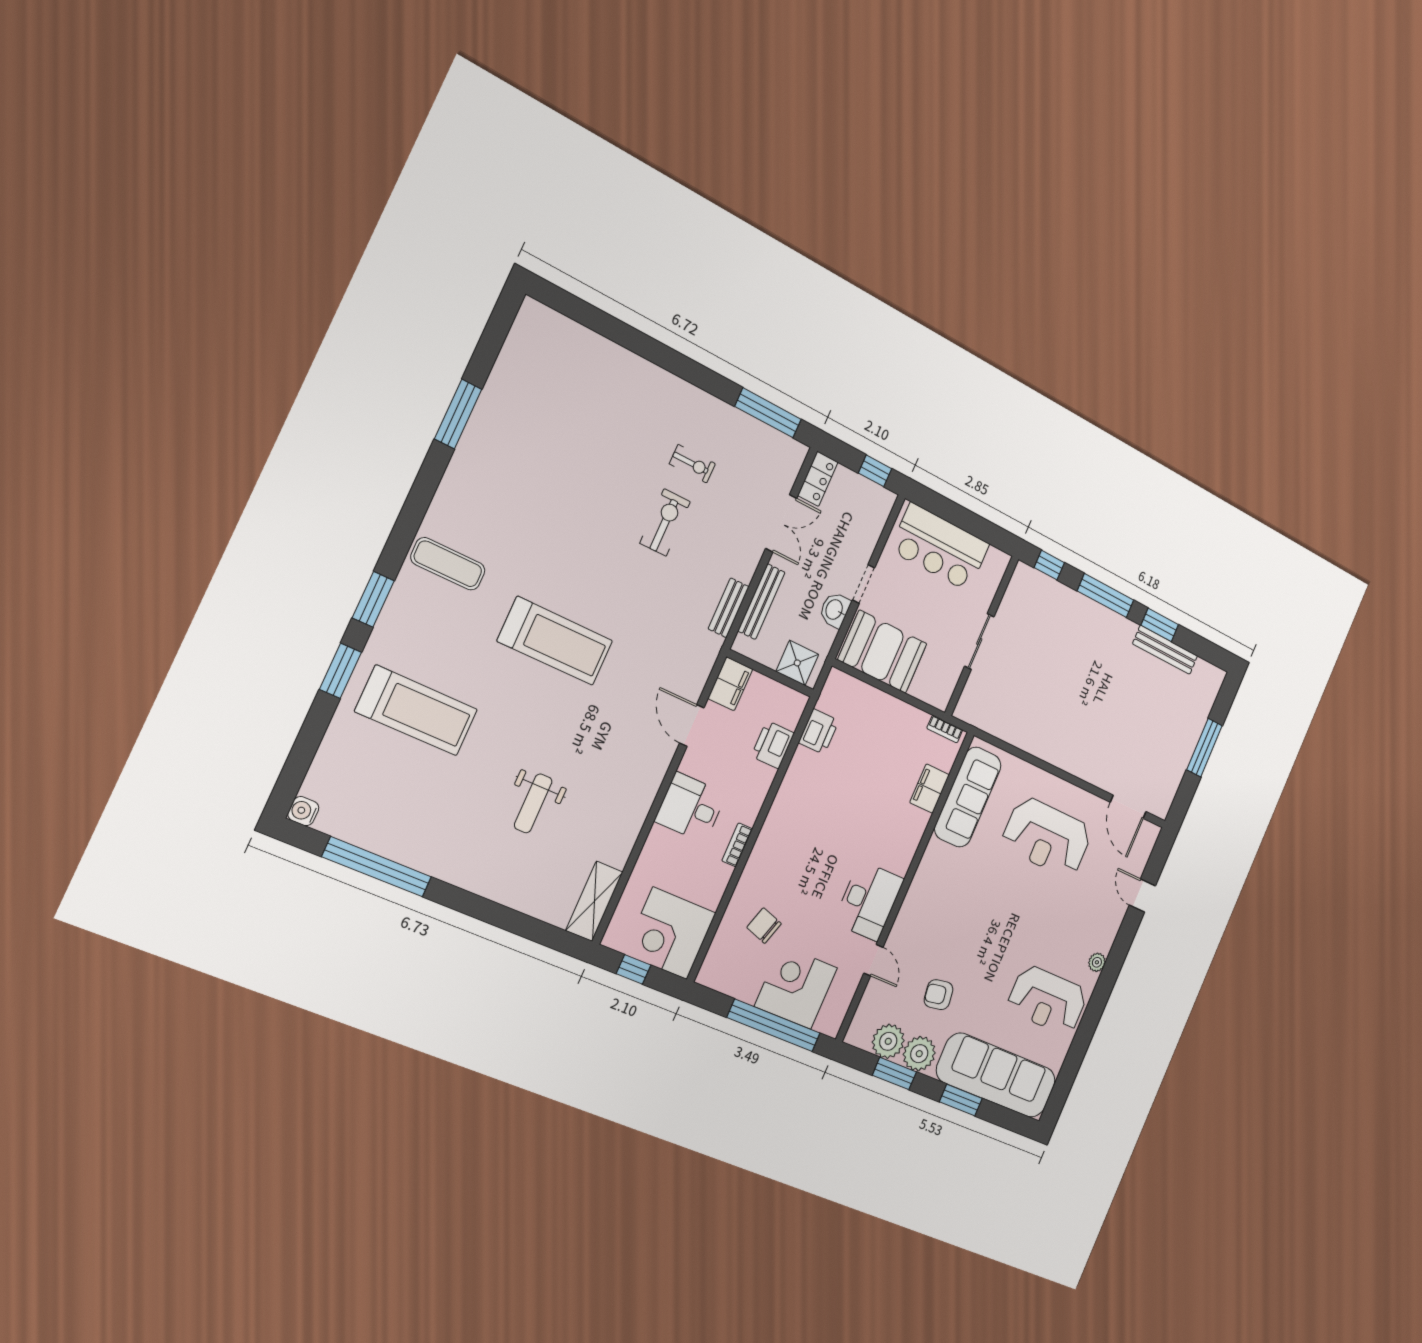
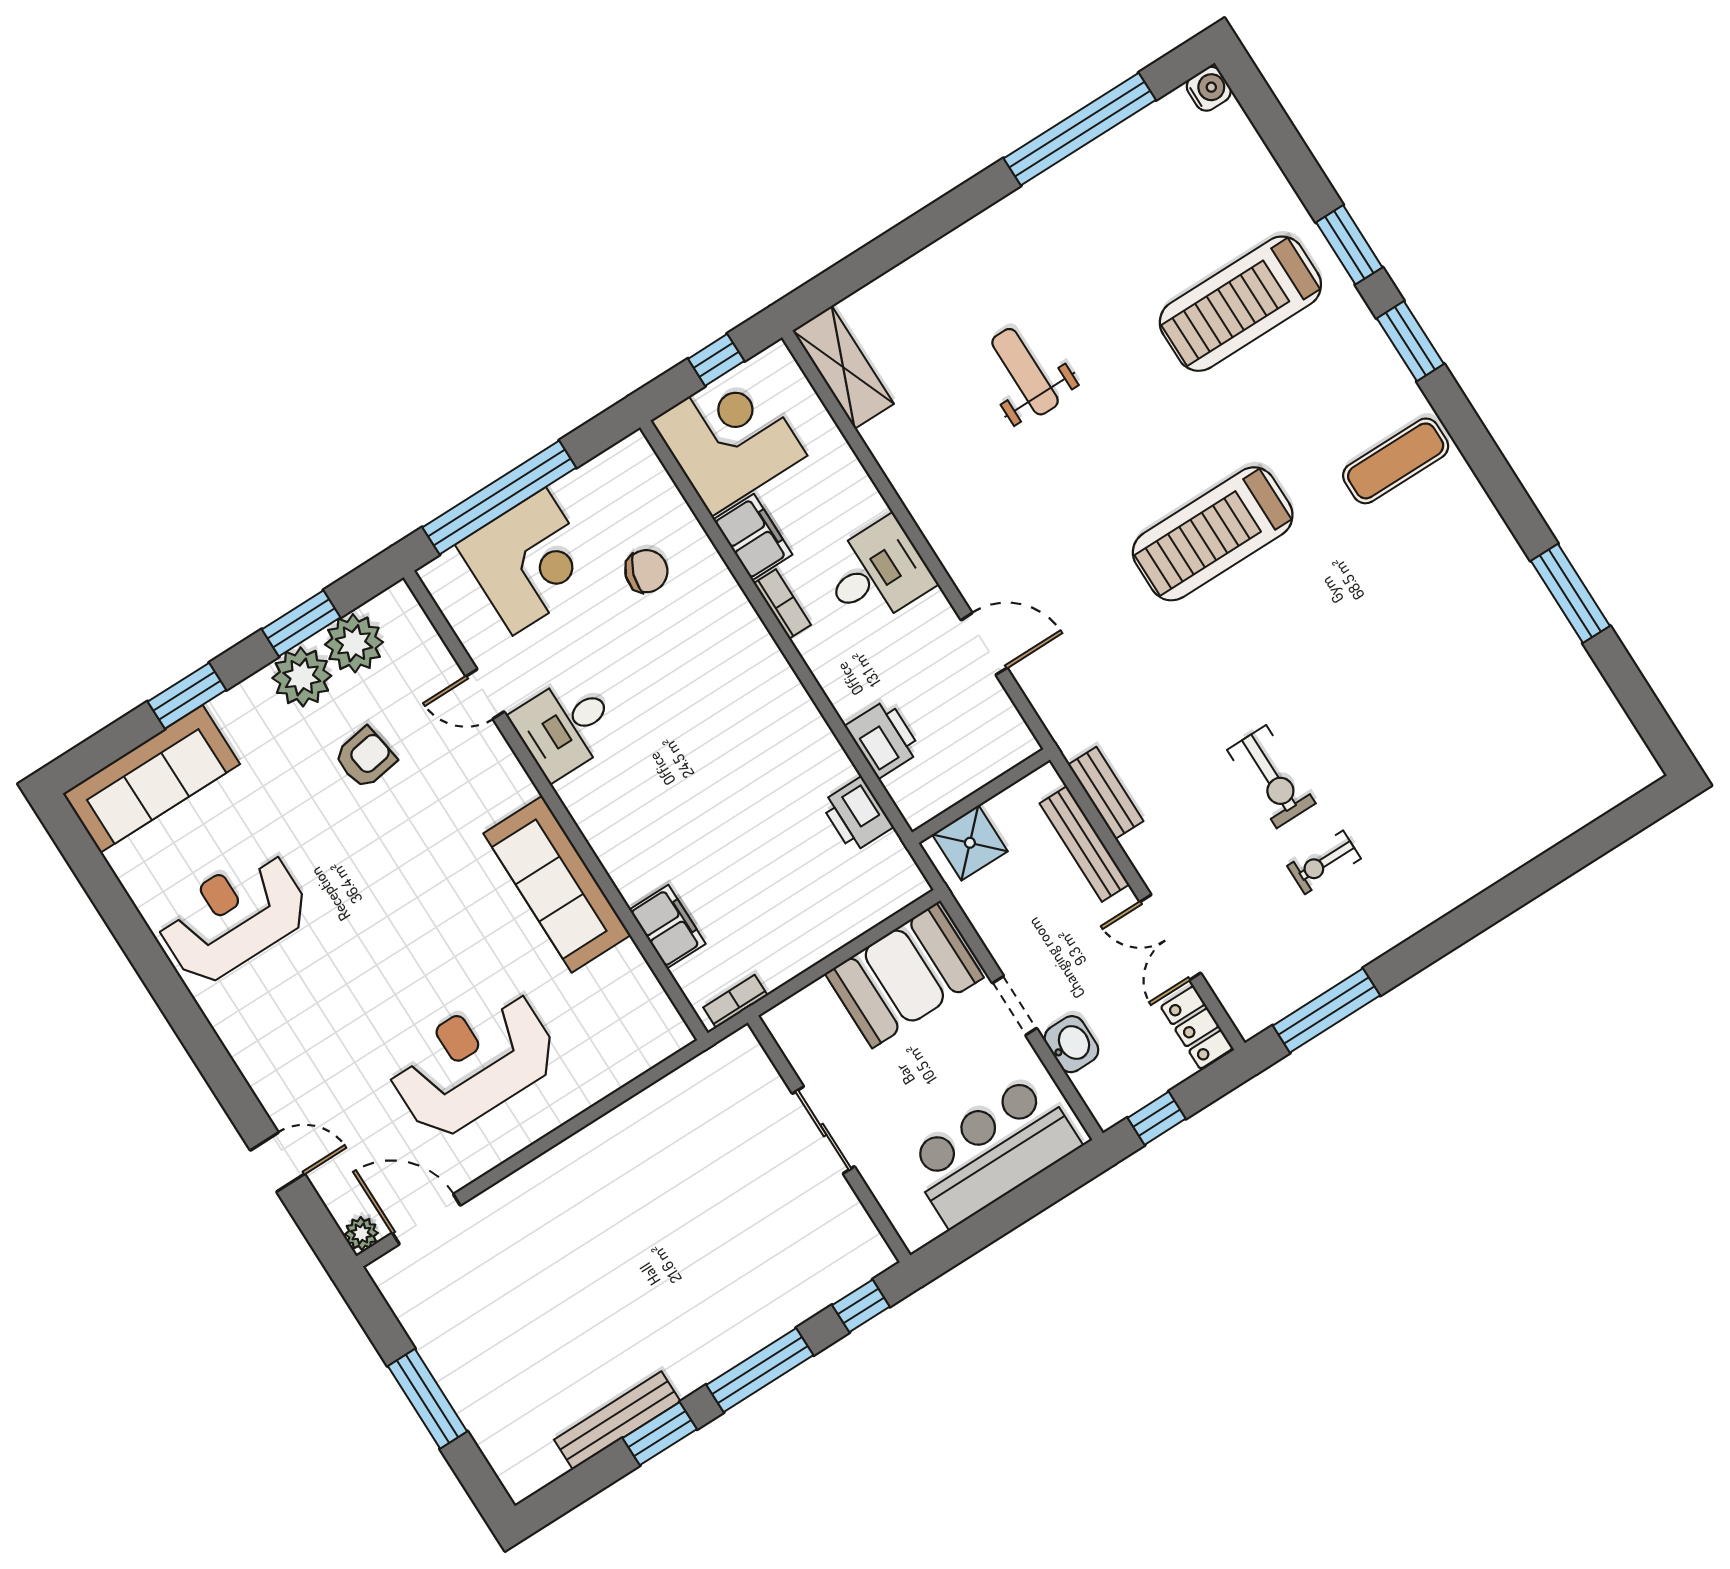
washbasin: (835, 610) -> (1071, 1044), moved
filing cabinet: (730, 684) -> (753, 537), moved, turned 180
sofa: (968, 797) -> (557, 884), moved
desk: (869, 901) -> (565, 727), width x0.73
plant: (1097, 962) -> (361, 1234), moved
sofa: (996, 1075) -> (152, 779), width x0.74, depth x0.79

